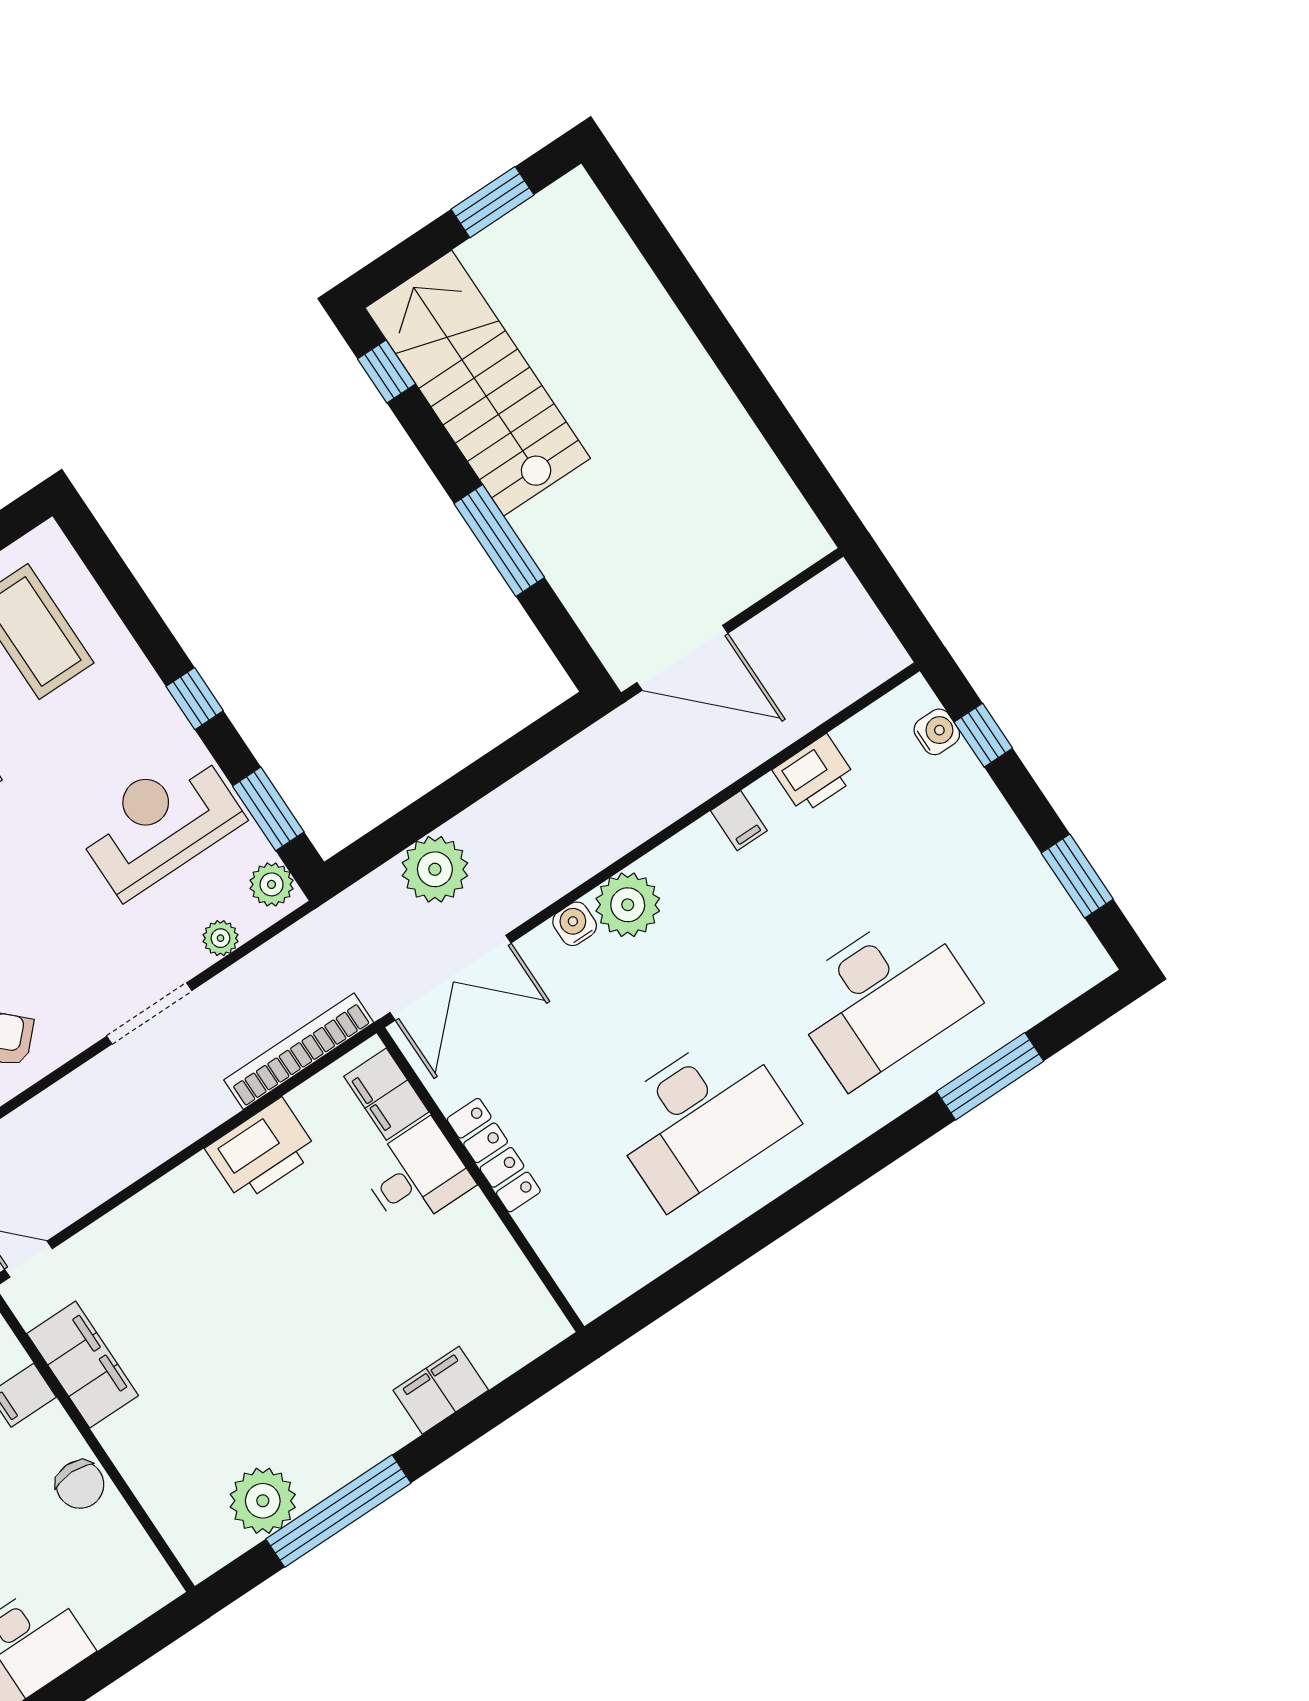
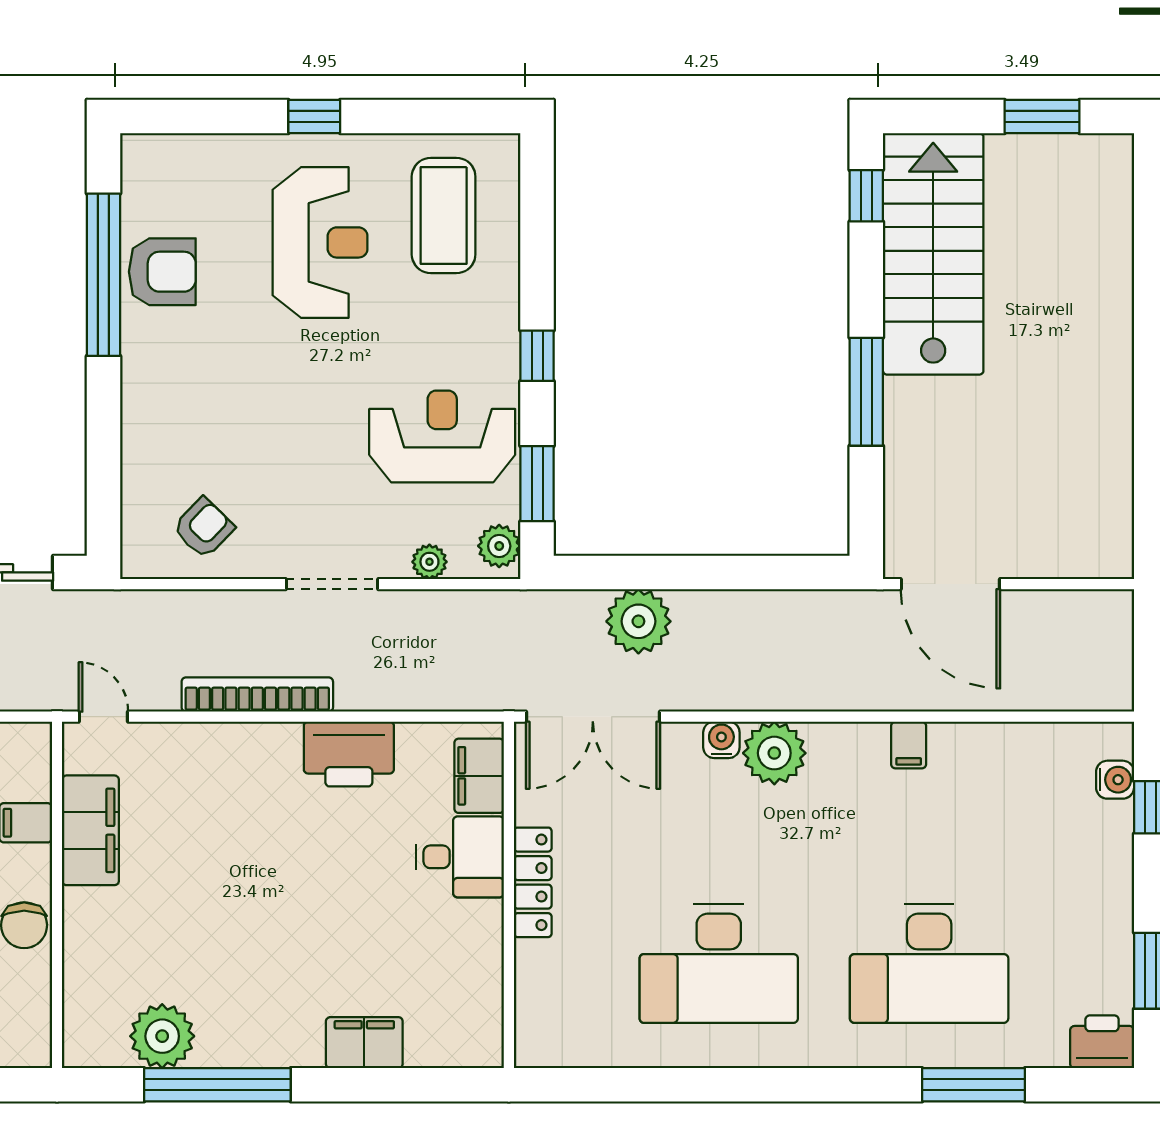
printer: (814, 774) -> (1102, 1042), moved, turned 180
bookcase: (299, 1051) -> (257, 695), moved

